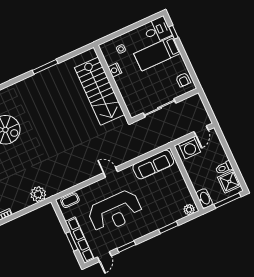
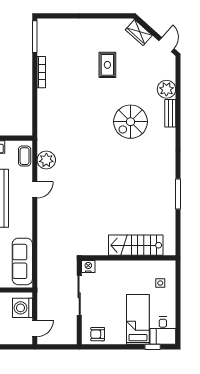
nightstand: (115, 70) -> (88, 266), moved
stairs: (100, 91) -> (136, 245), width x0.73, depth x0.66
door: (201, 131) -> (35, 328), swing flipped
door: (110, 172) -> (35, 190), moved
plant: (38, 194) -> (46, 160), moved

